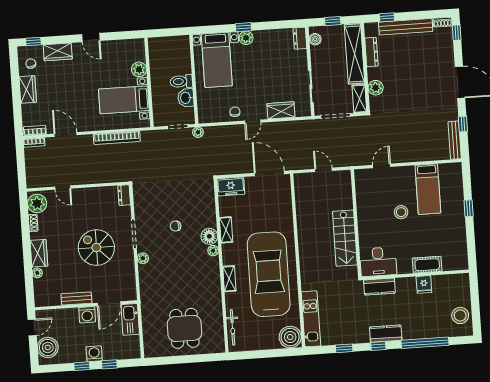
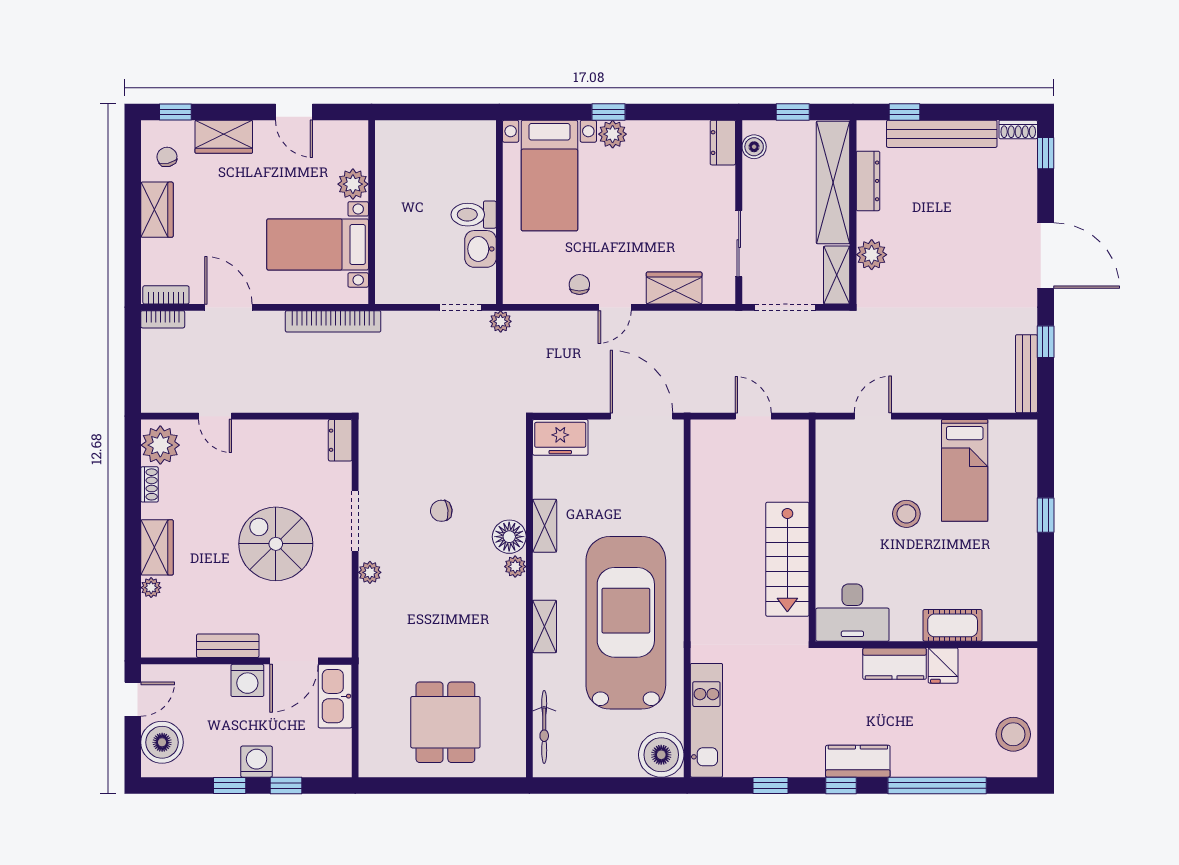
plant: (139, 69) -> (353, 184), moved
wall: (149, 82) -> (372, 212), moved
bed with nightstands: (124, 100) -> (318, 244), moved
kitchen counter: (379, 287) -> (895, 664), moved

